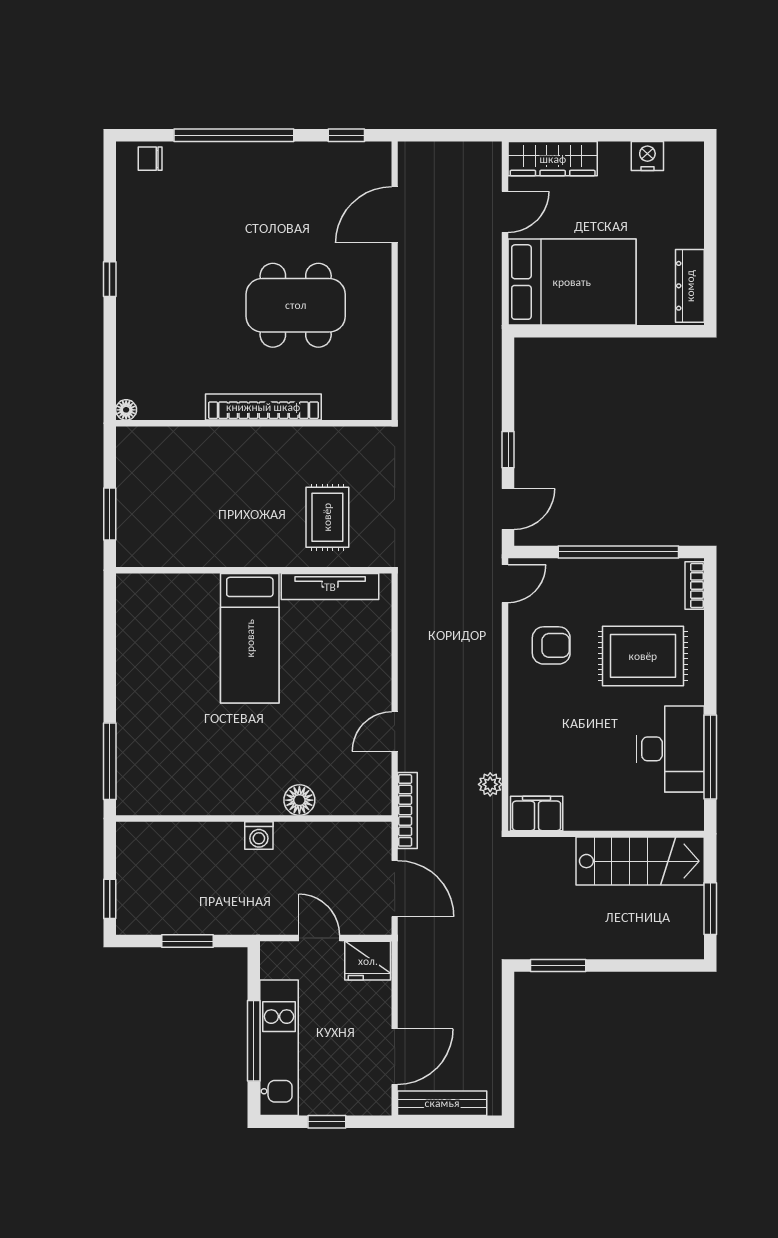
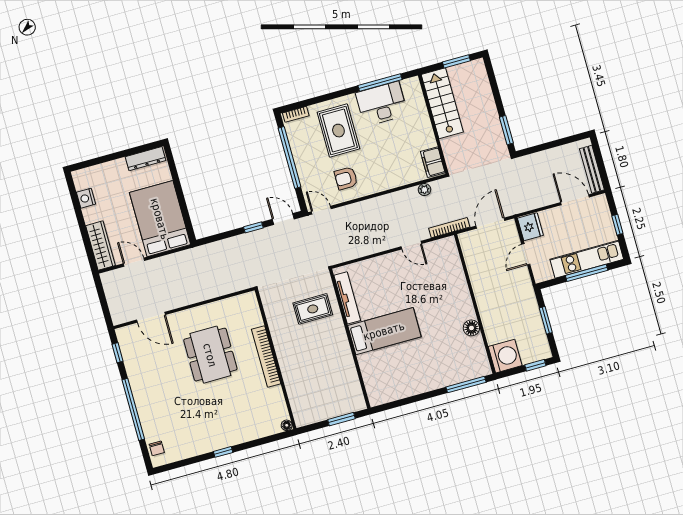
armchair: (551, 645) -> (346, 178), turned -90
floor lamp: (299, 800) -> (471, 328), moved
washing machine: (259, 836) -> (505, 356), moved, width x1.89, depth x1.89

